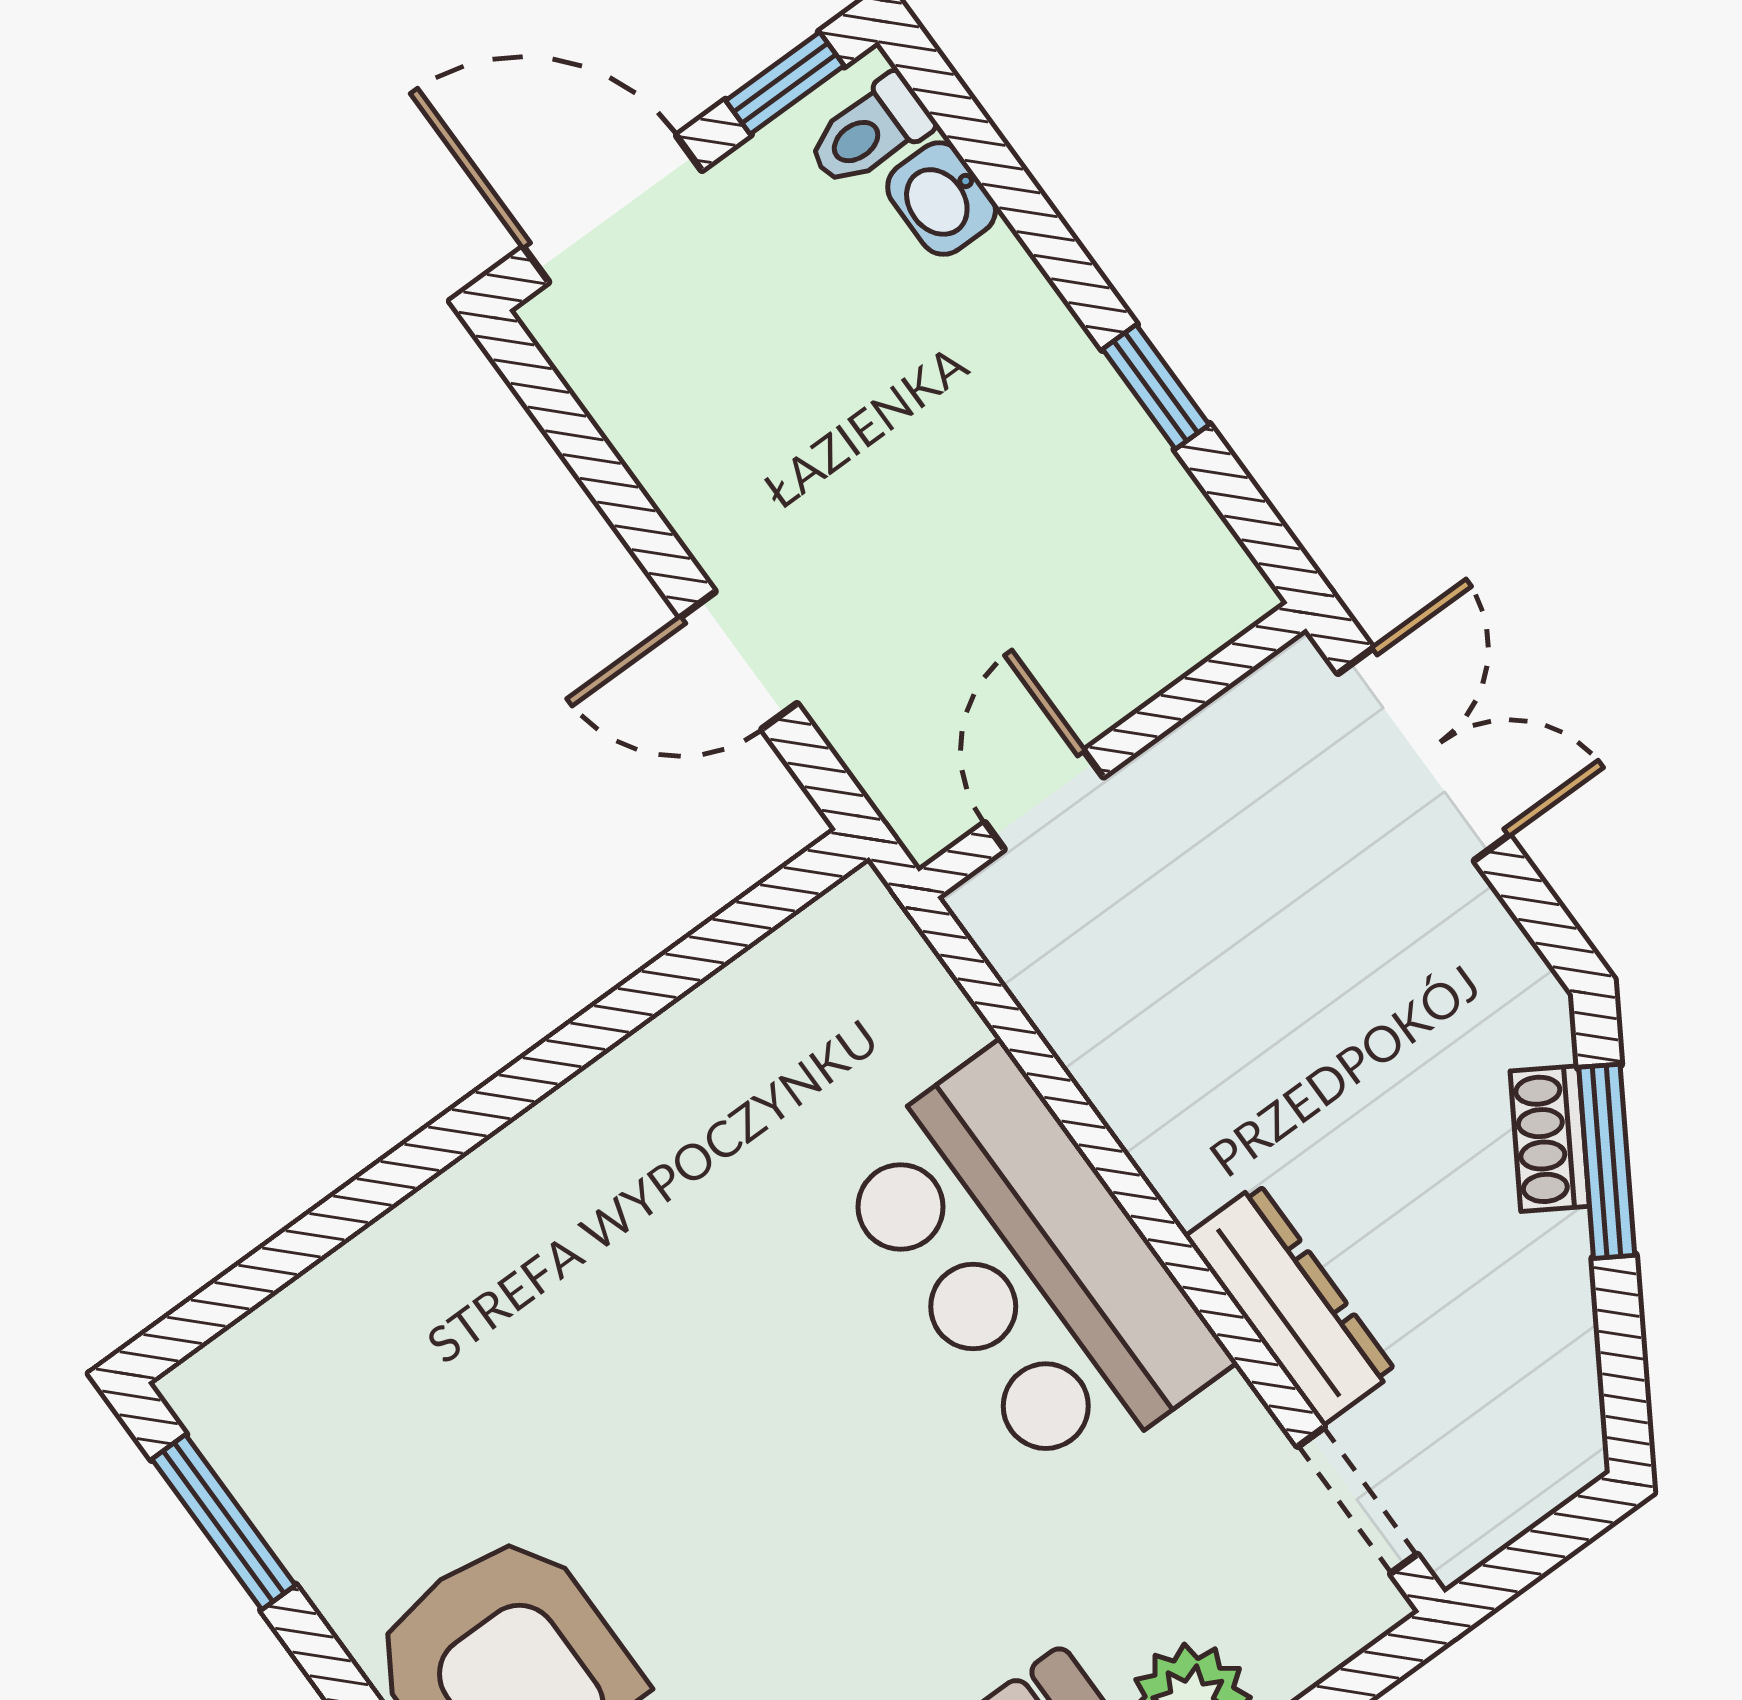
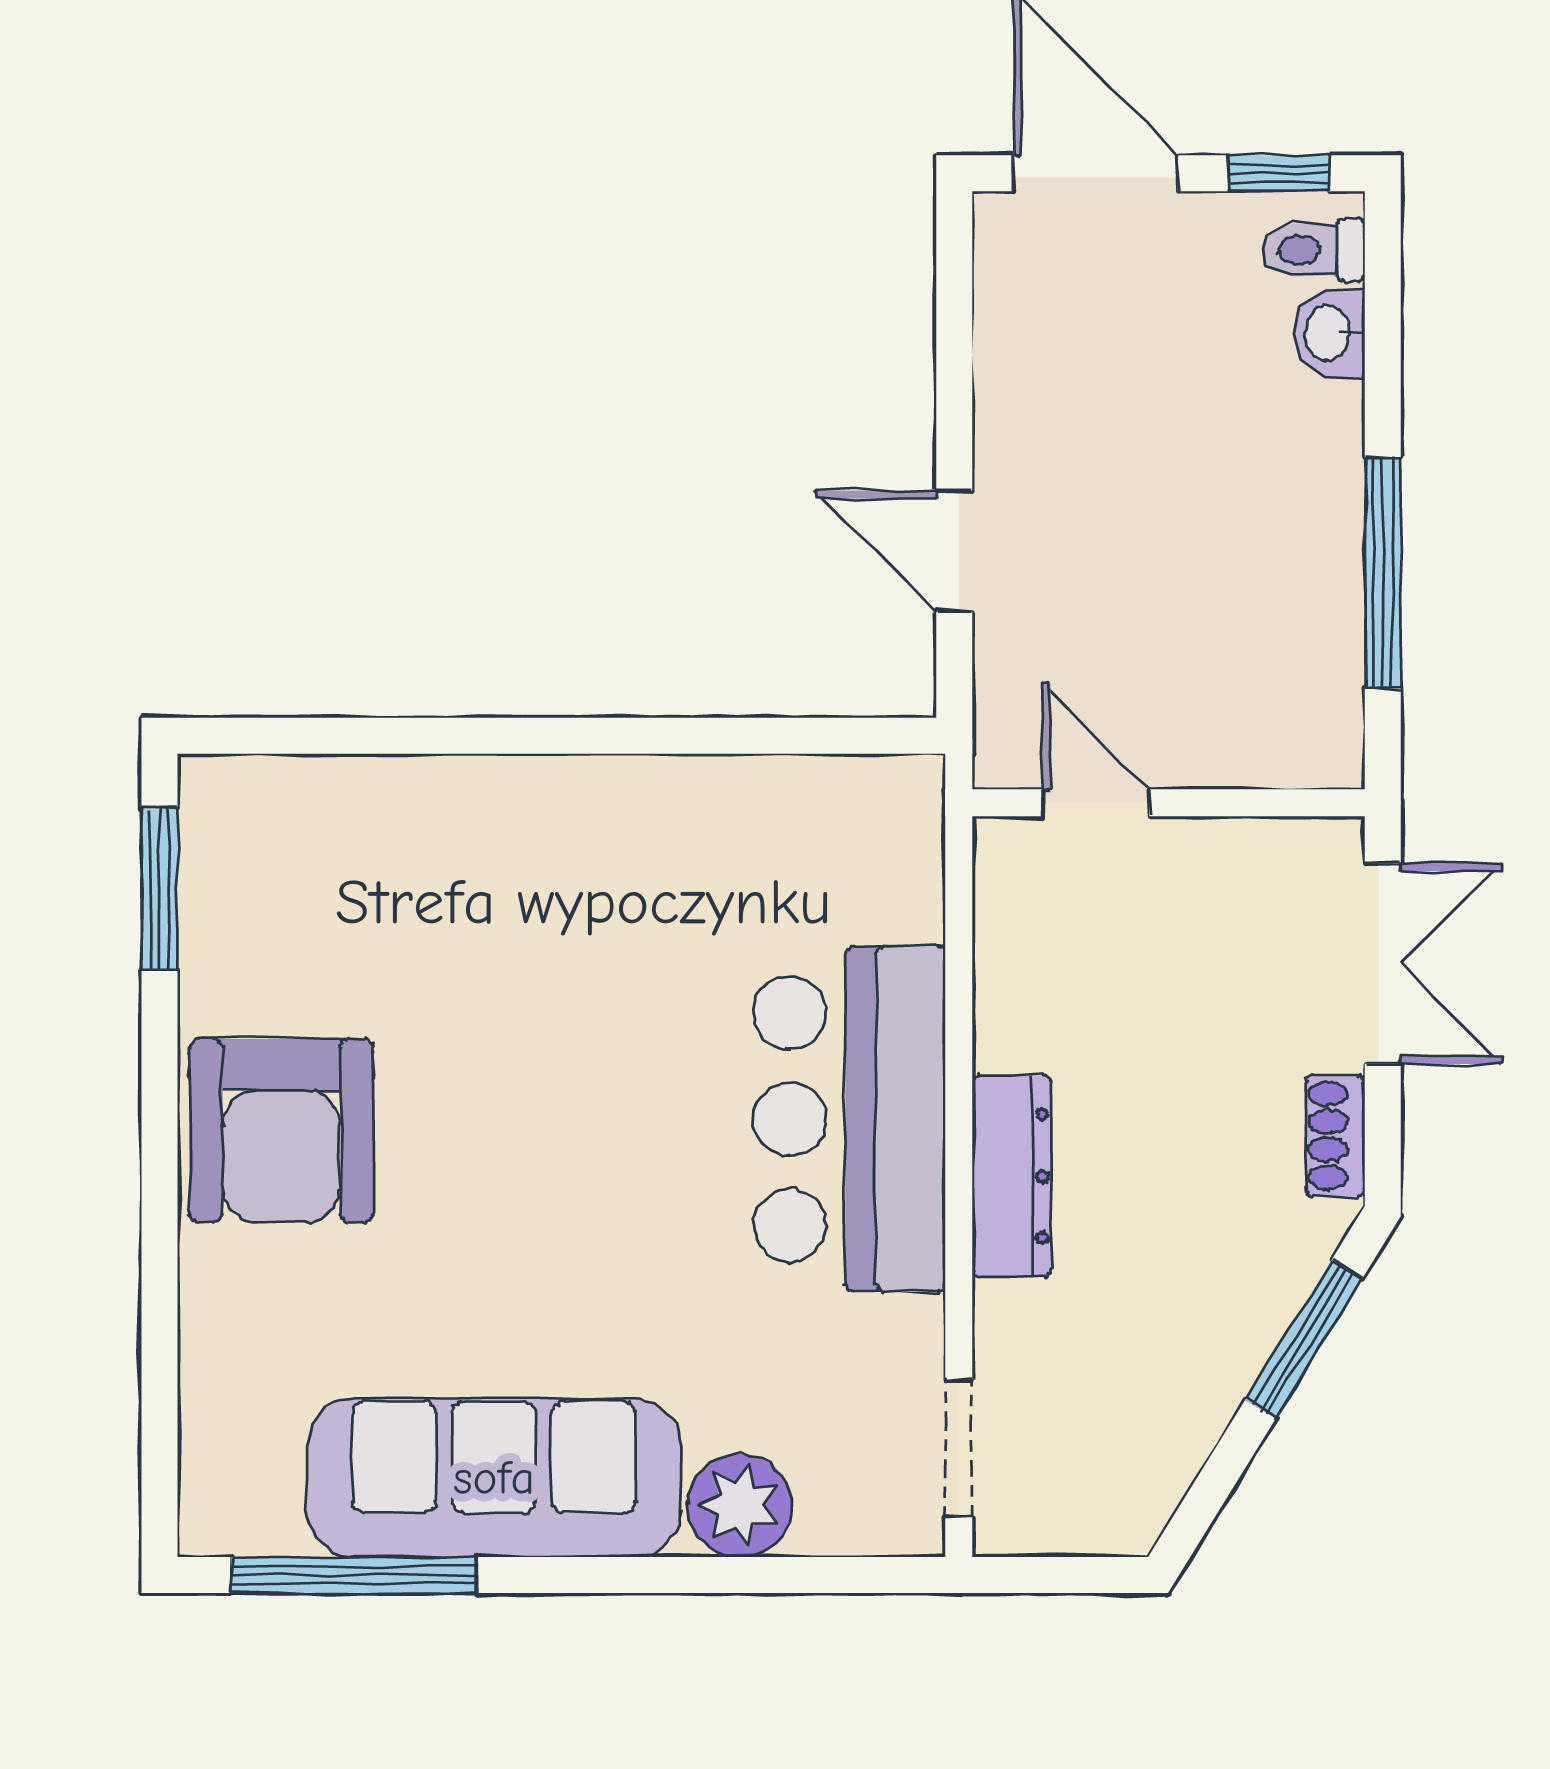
window: (1156, 387) -> (1383, 572), width x2.17
door: (1044, 800) -> (1096, 803), hinge flipped
shoe rack: (1550, 1139) -> (1335, 1136), moved, turned -32
dresser: (1291, 1304) -> (1012, 1176), moved

